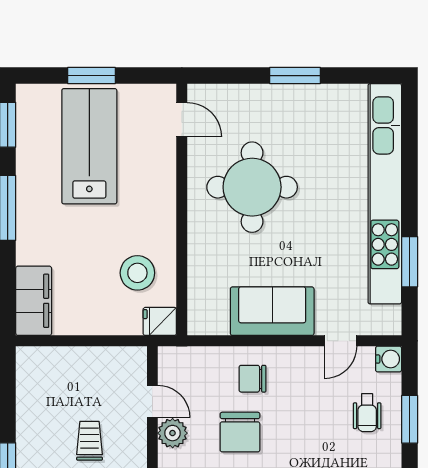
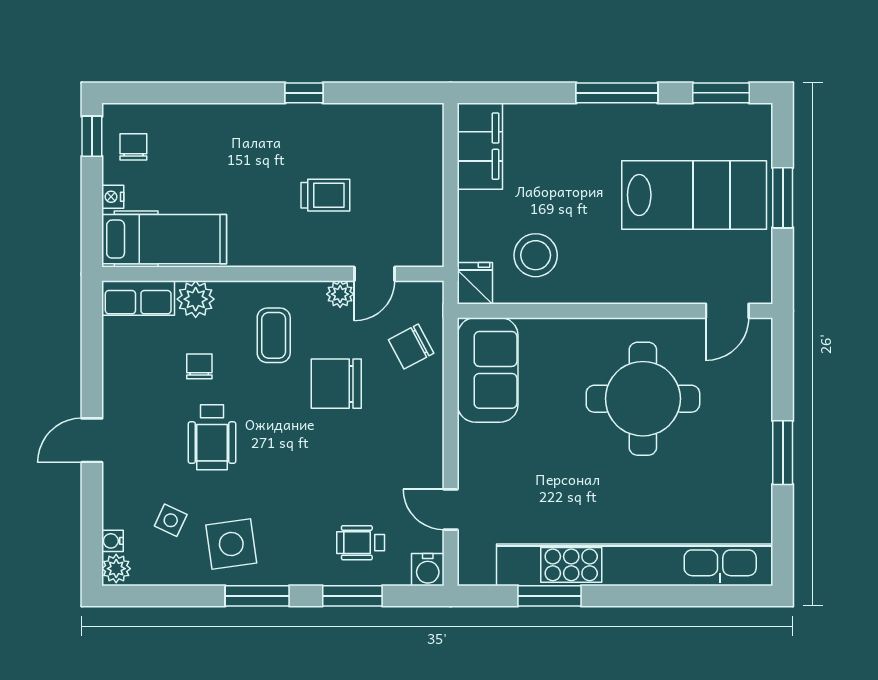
filing cabinet: (34, 301) -> (480, 146), moved, turned -90
sofa: (272, 311) -> (488, 370), moved
chair: (253, 379) -> (411, 347), moved, turned -118
plant: (173, 433) -> (340, 294), width x0.73, depth x0.73

